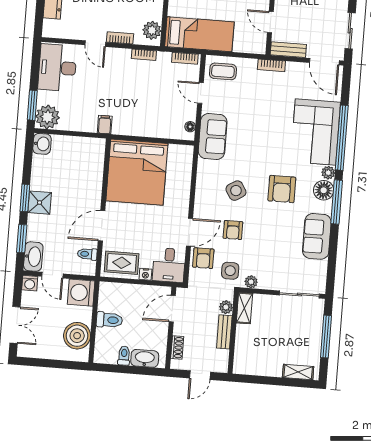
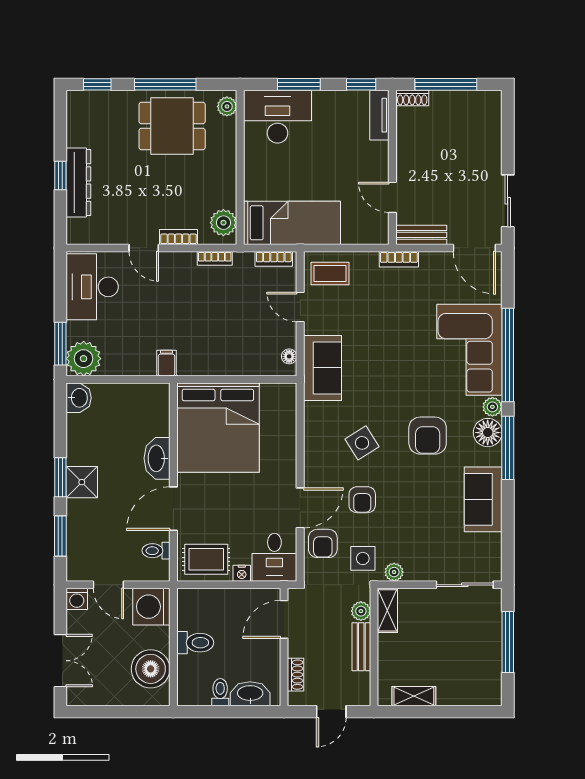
washbasin: (33, 257) -> (157, 458), moved, turned 180
shelving: (298, 372) -> (414, 696), moved

